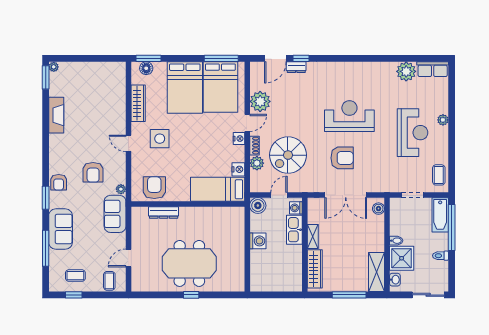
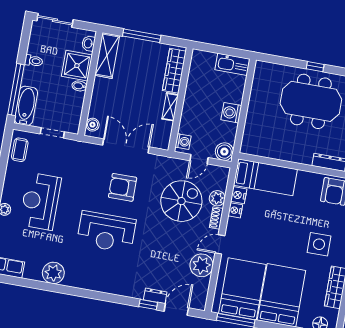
plant: (406, 71) -> (53, 273), moved
nightstand: (239, 139) -> (235, 210), moved
kitchen sink: (294, 230) -> (232, 64), moved, turned 90

